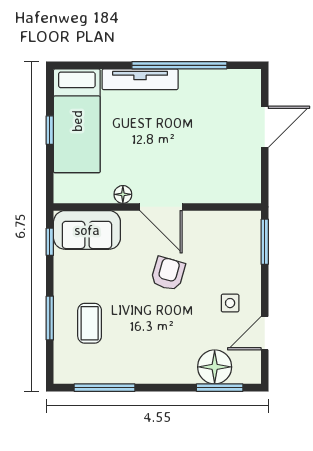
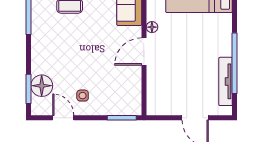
tv unit: (140, 79) -> (226, 81), moved
armchair: (168, 274) -> (101, 56), removed

